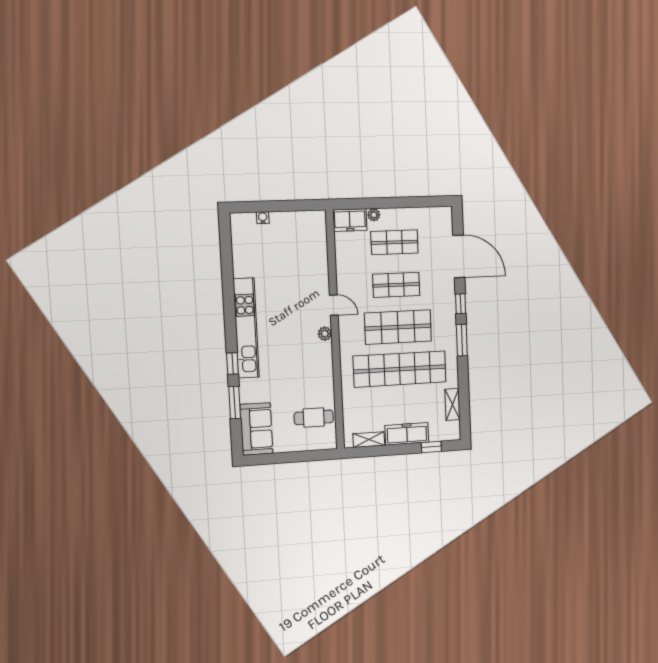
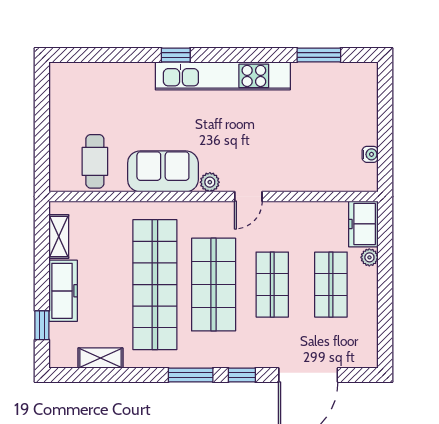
water cooler: (263, 218) -> (370, 154), moved
window: (235, 403) -> (319, 55), moved
sofa: (256, 429) -> (163, 171), moved, turned 180

